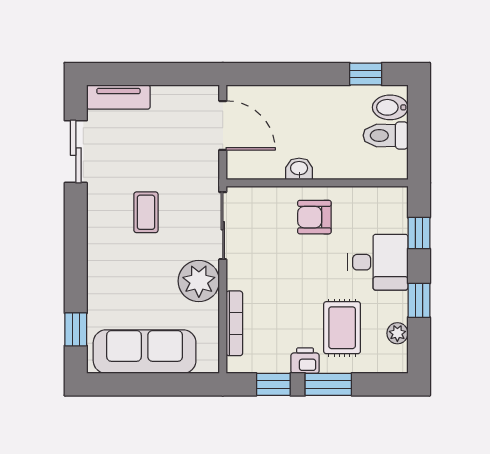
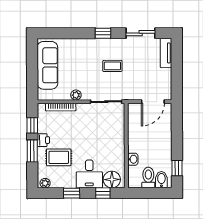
washbasin: (299, 169) -> (133, 159), moved
floor lamp: (390, 214) -> (112, 179), added
armchair: (314, 217) -> (110, 144), removed
plant: (199, 281) -> (76, 95), width x0.53, depth x0.53
window: (76, 329) -> (103, 33), moved
plant: (397, 333) -> (45, 183), moved

